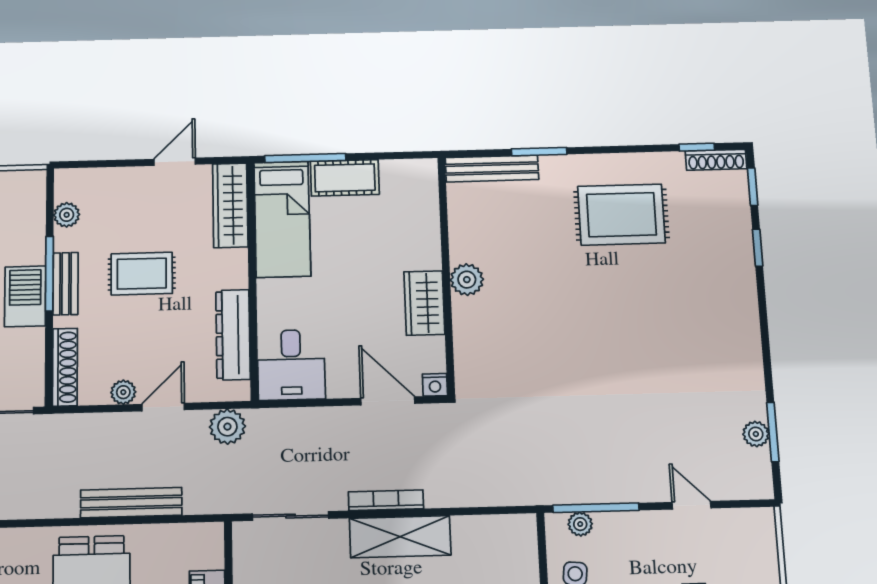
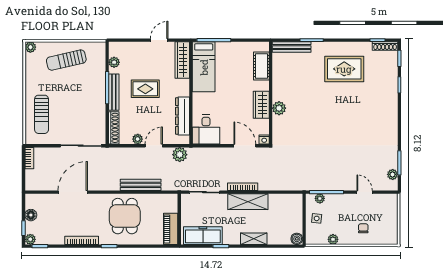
cot: (345, 178) -> (261, 66), moved, turned 90
plant: (467, 280) -> (279, 108), moved
bench: (66, 284) -> (114, 92), width x1.36
barbecue: (25, 296) -> (97, 97), removed
plant: (756, 434) -> (393, 174), moved

